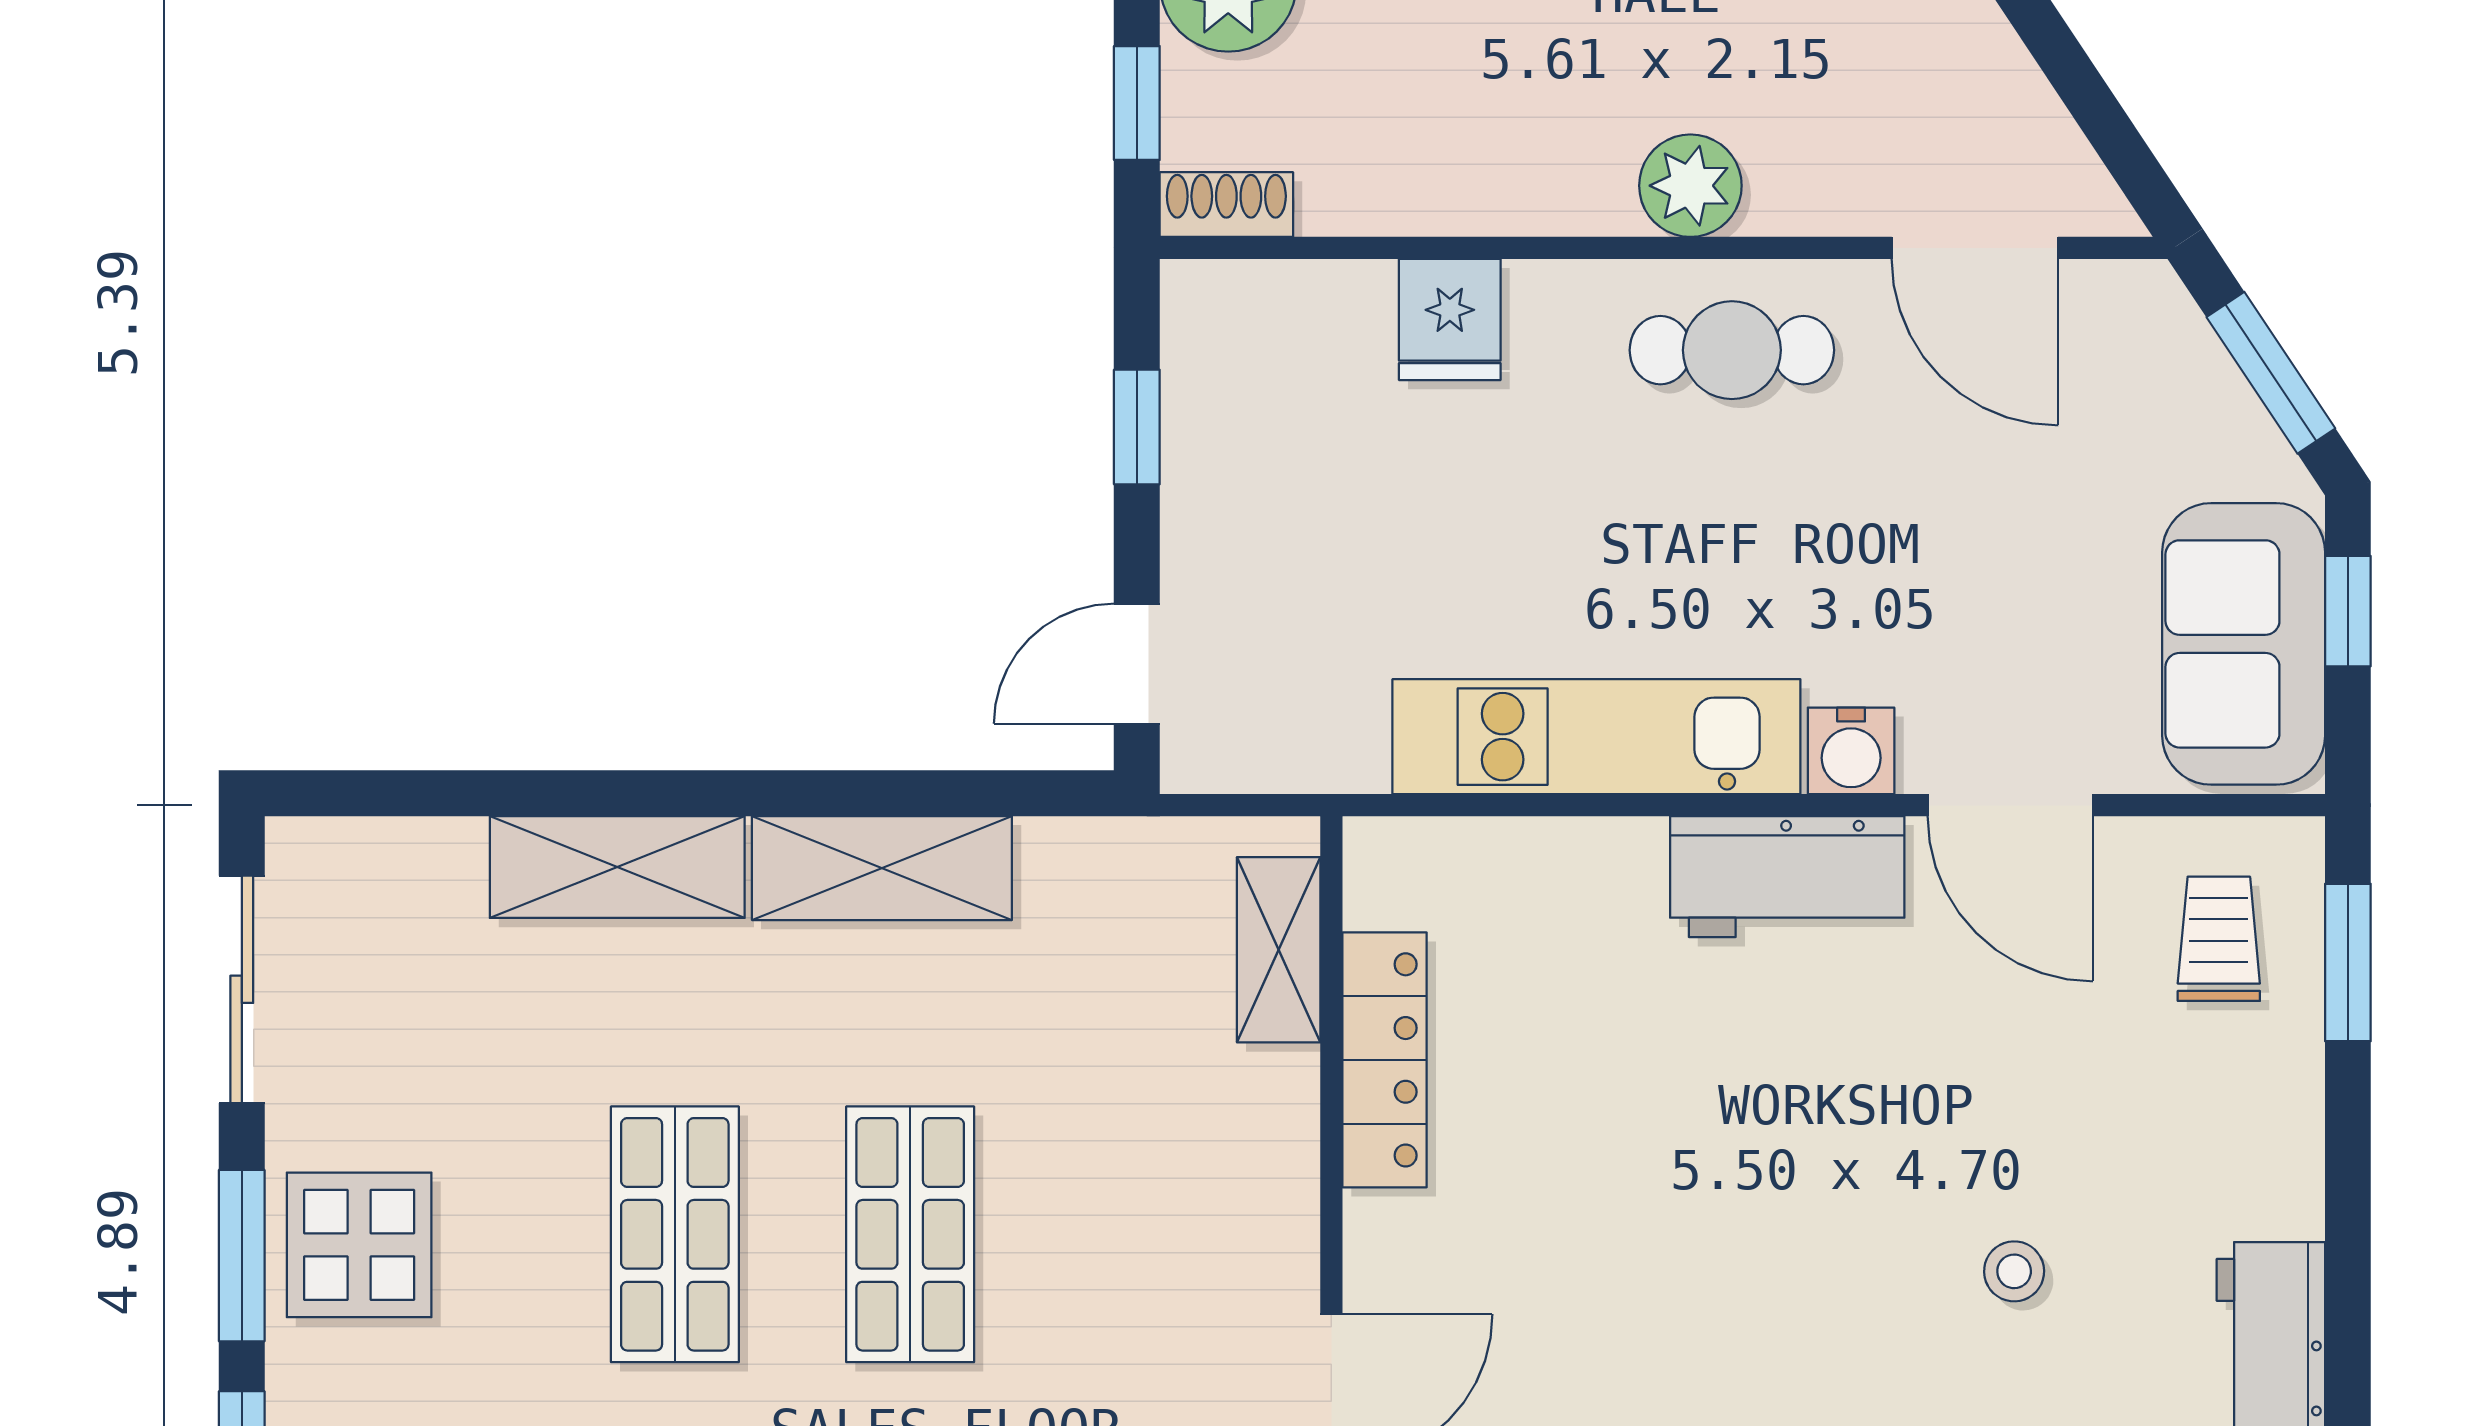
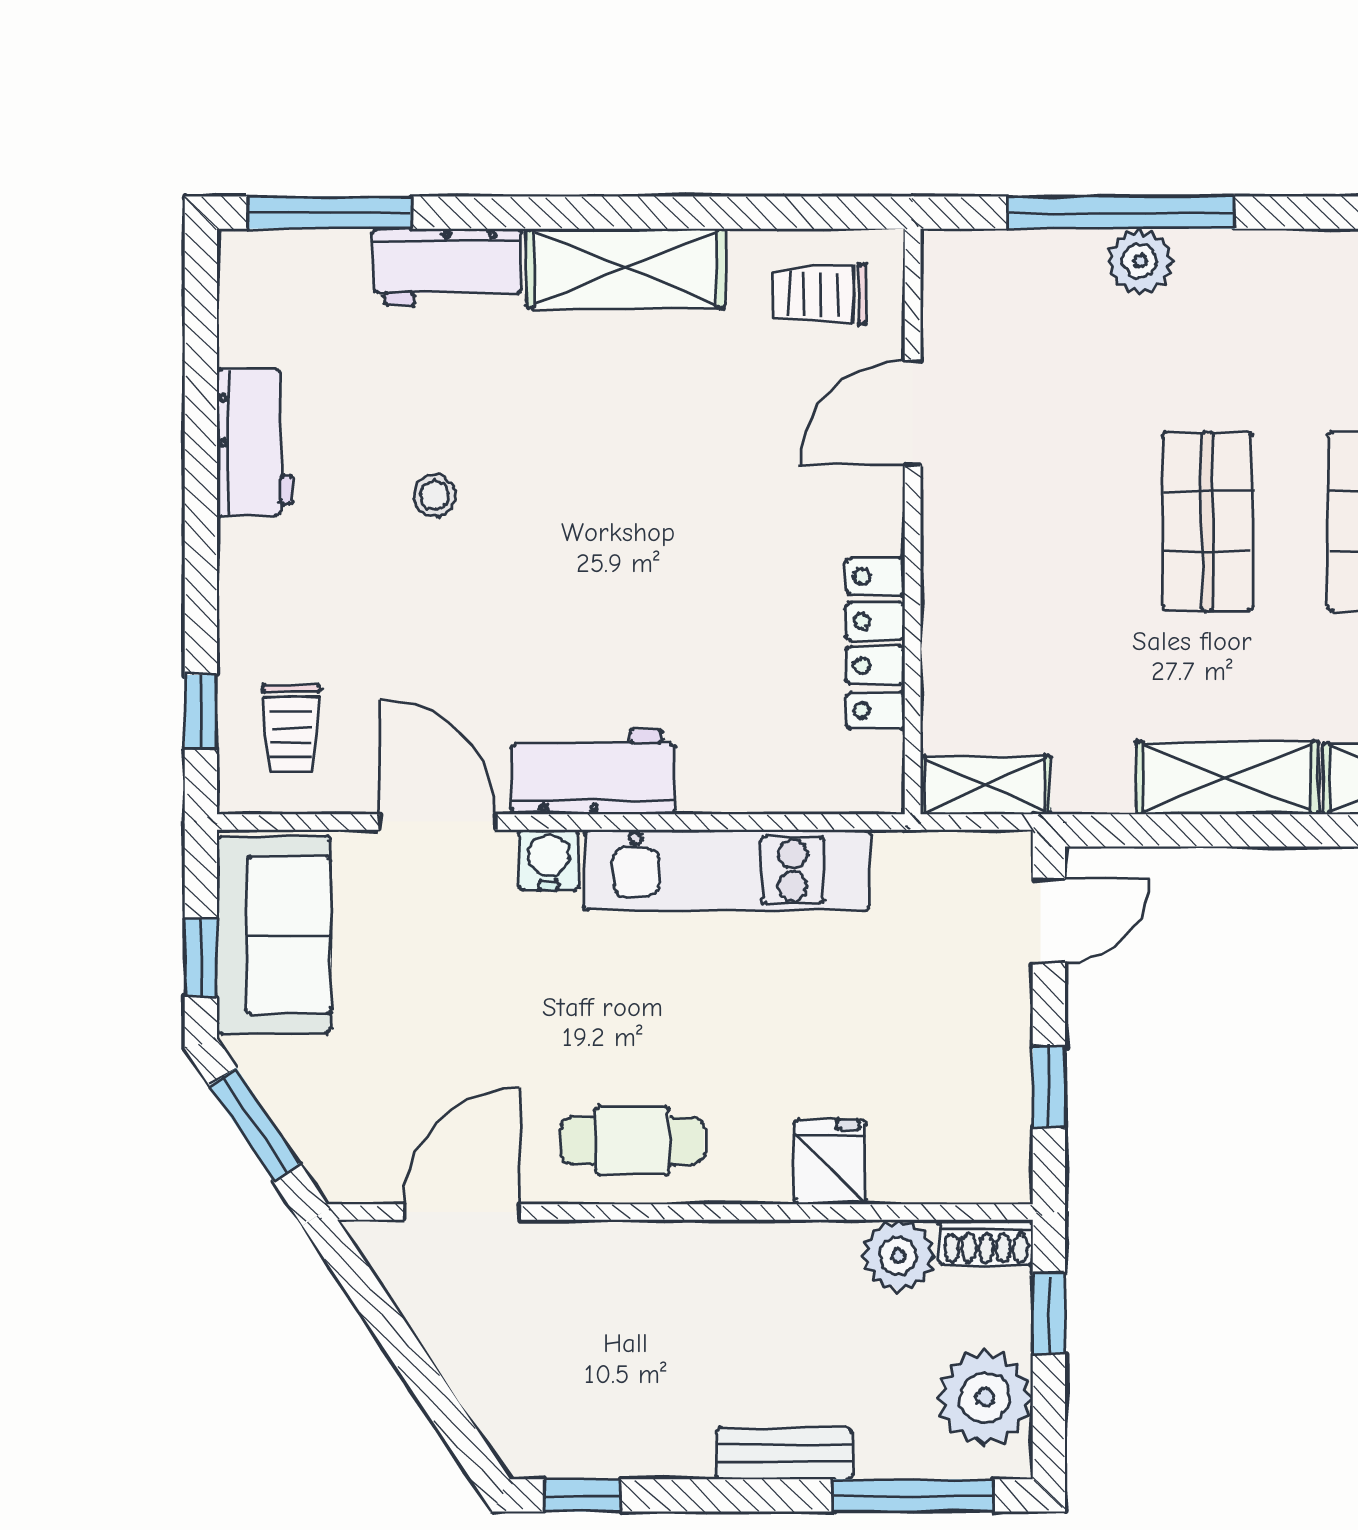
plant: (1690, 186) -> (898, 1256), moved
door: (1975, 248) -> (462, 1212), hinge flipped
shelving: (1279, 950) -> (985, 785), moved, turned 90
window: (2348, 963) -> (201, 712), width x0.67

